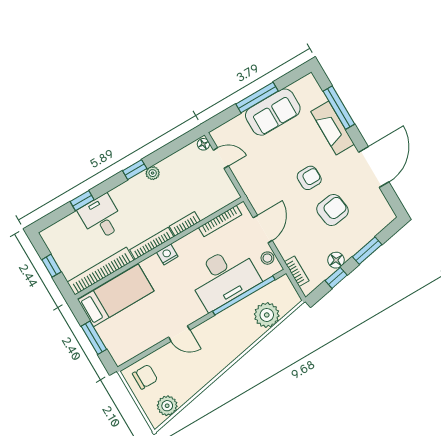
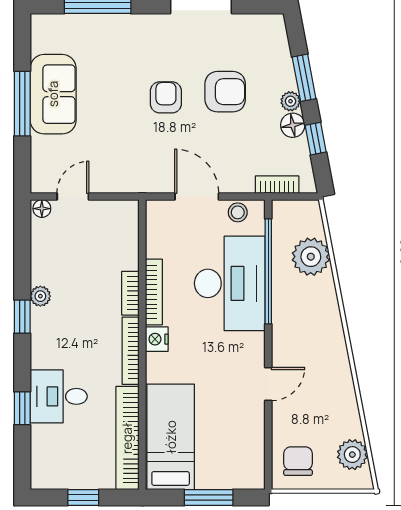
fireplace: (333, 128) -> (119, 29), removed
armchair: (332, 210) -> (225, 92), turned 98
bookcase: (220, 221) -> (154, 292), moved
plant: (349, 251) -> (291, 101), added

